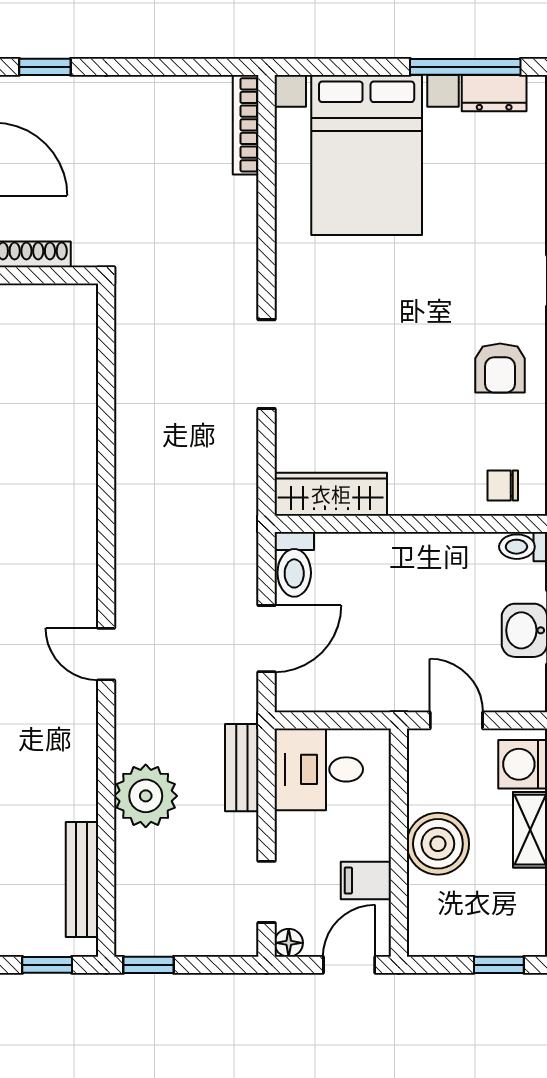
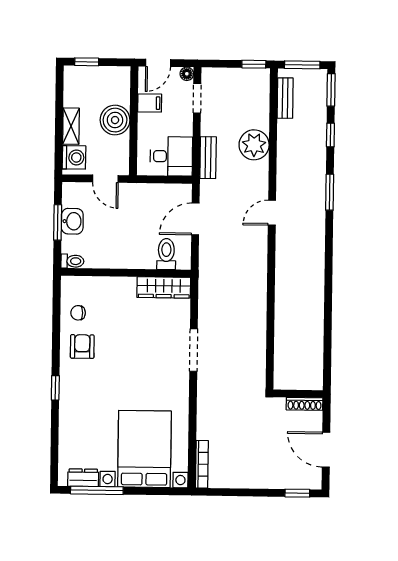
chair: (503, 485) -> (78, 313), moved, turned 180
toilet: (294, 564) -> (166, 254), moved
door: (106, 654) -> (272, 213), swing flipped
bench: (82, 879) -> (285, 98), width x0.73
window: (47, 965) -> (302, 65), width x1.50

